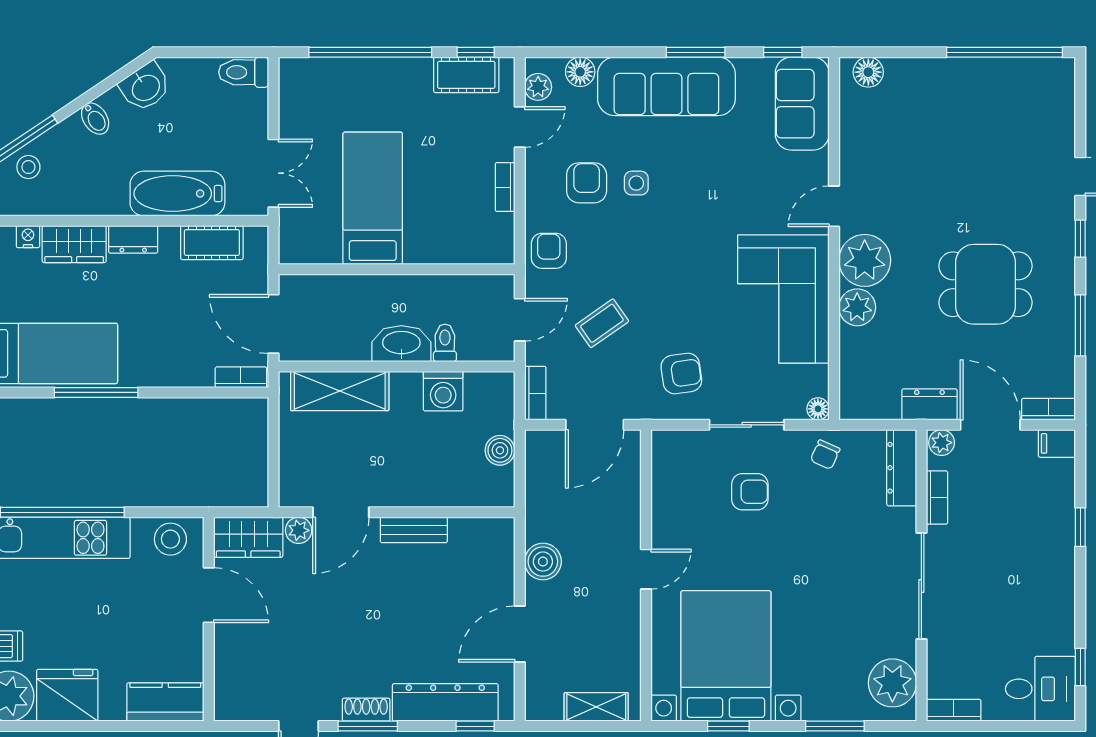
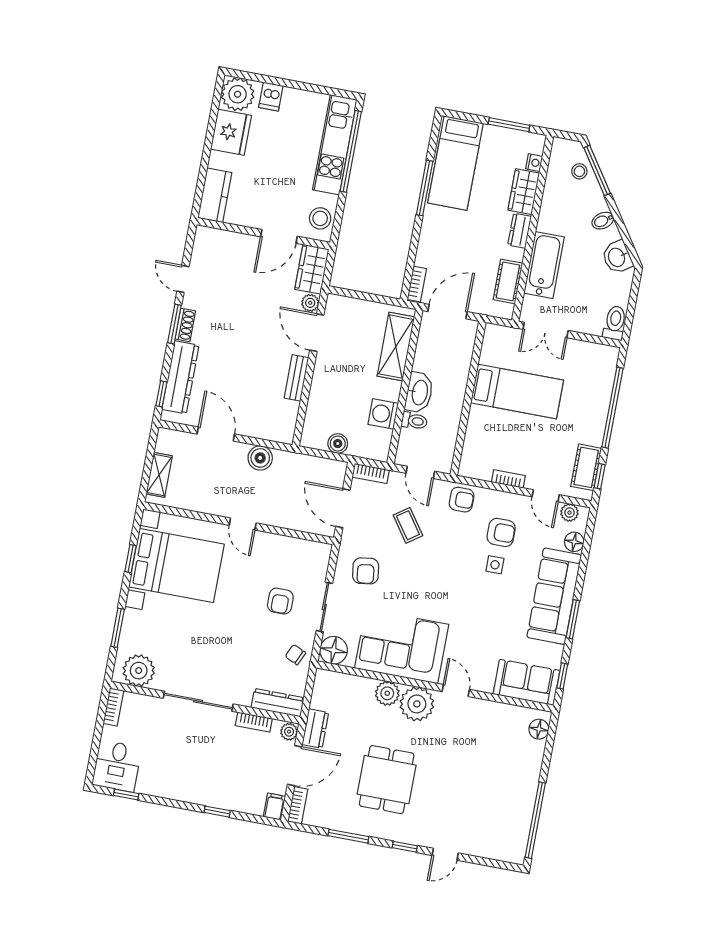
floor lamp: (818, 409) -> (334, 650), width x1.89, depth x1.89

